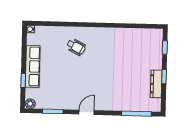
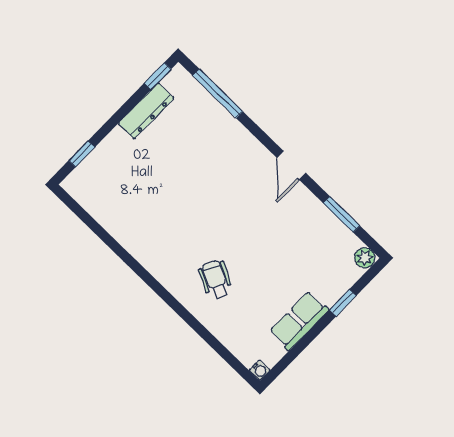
row of seats: (33, 66) -> (299, 321), width x0.68
window: (164, 77) -> (158, 76), moved
door: (87, 112) -> (291, 165), hinge flipped

